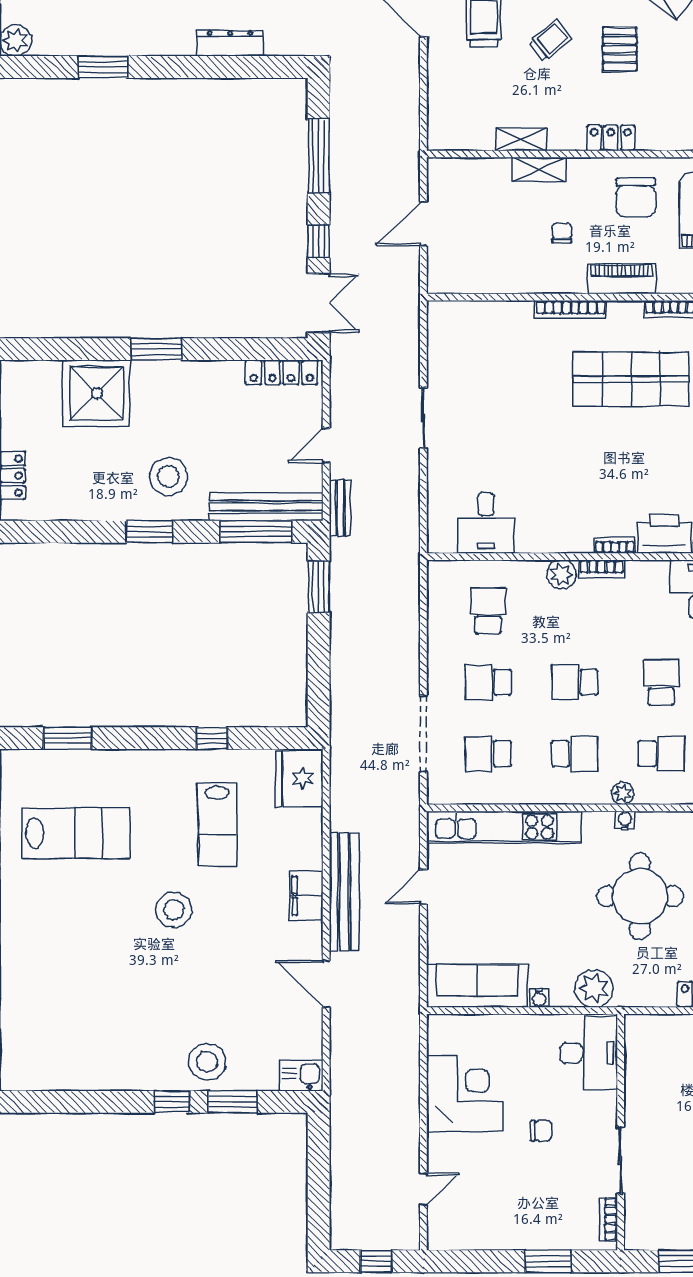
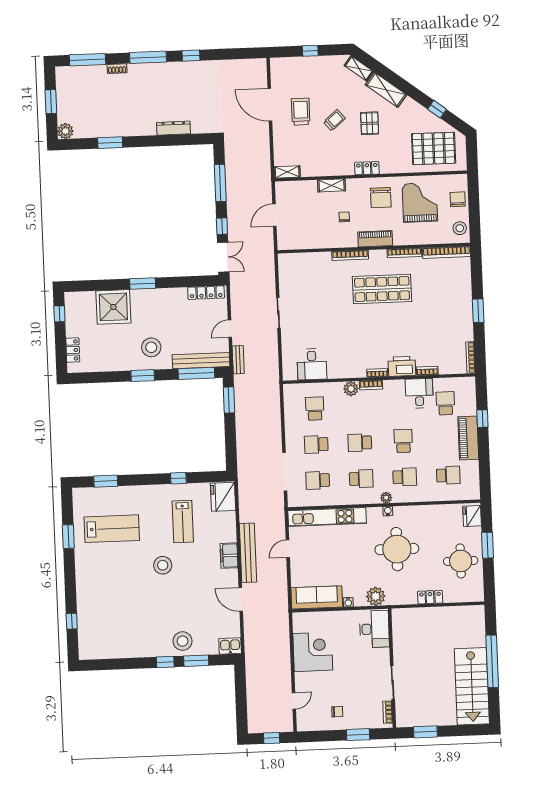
shelving: (521, 139) -> (287, 172), moved
chair: (541, 1131) -> (337, 712), moved

